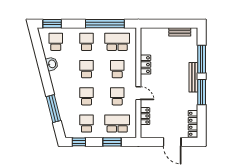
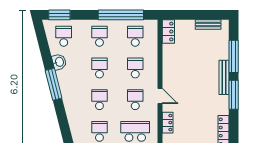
school desk: (117, 42) -> (135, 36), width x0.54
locker: (146, 65) -> (168, 32), moved
window: (53, 109) -> (54, 84), moved

